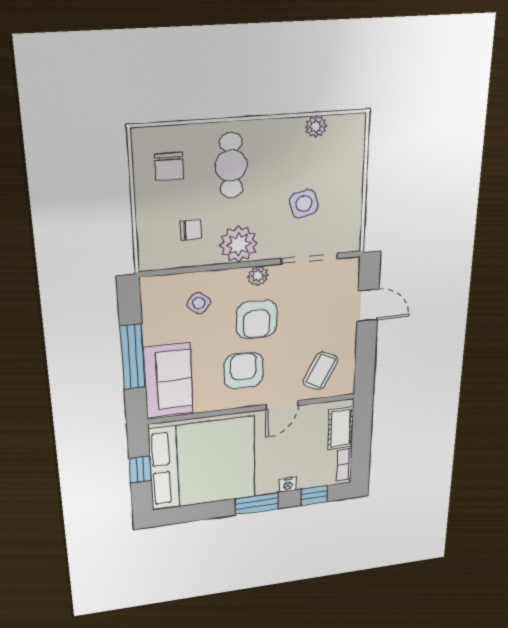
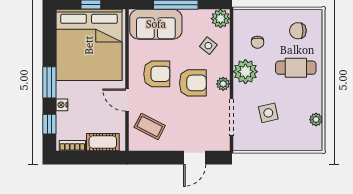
plant: (155, 290) -> (221, 19), added
armchair: (257, 319) -> (193, 83), turned 180

